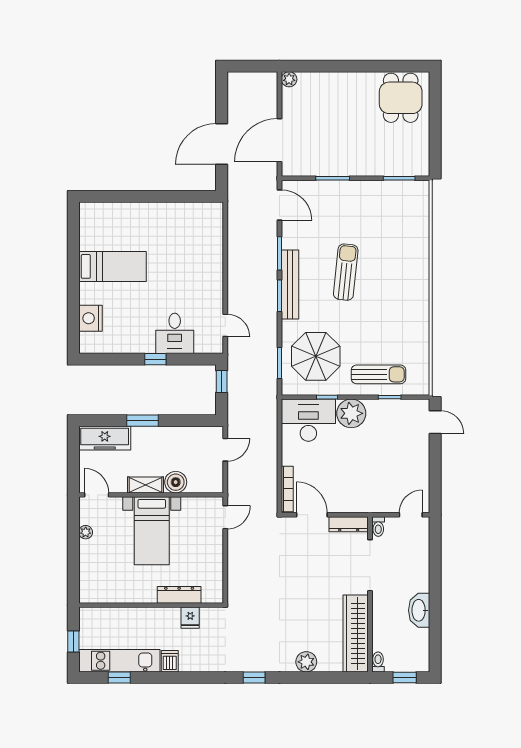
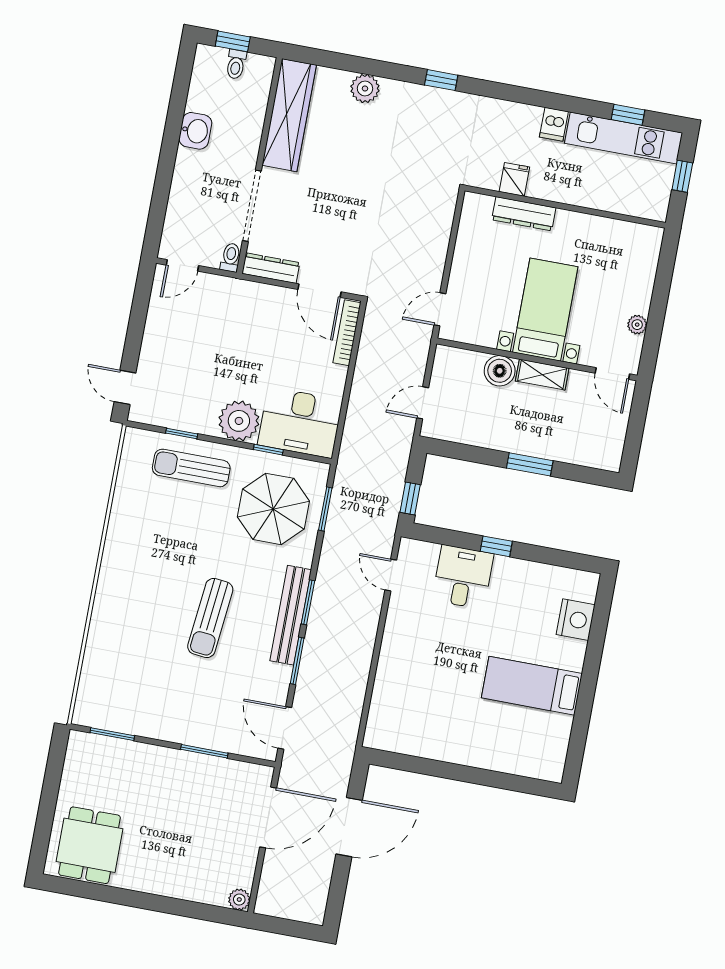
freezer: (105, 438) -> (587, 450), removed
washbasin: (419, 610) -> (195, 131), width x0.72
toilet: (378, 662) -> (236, 64), moved

